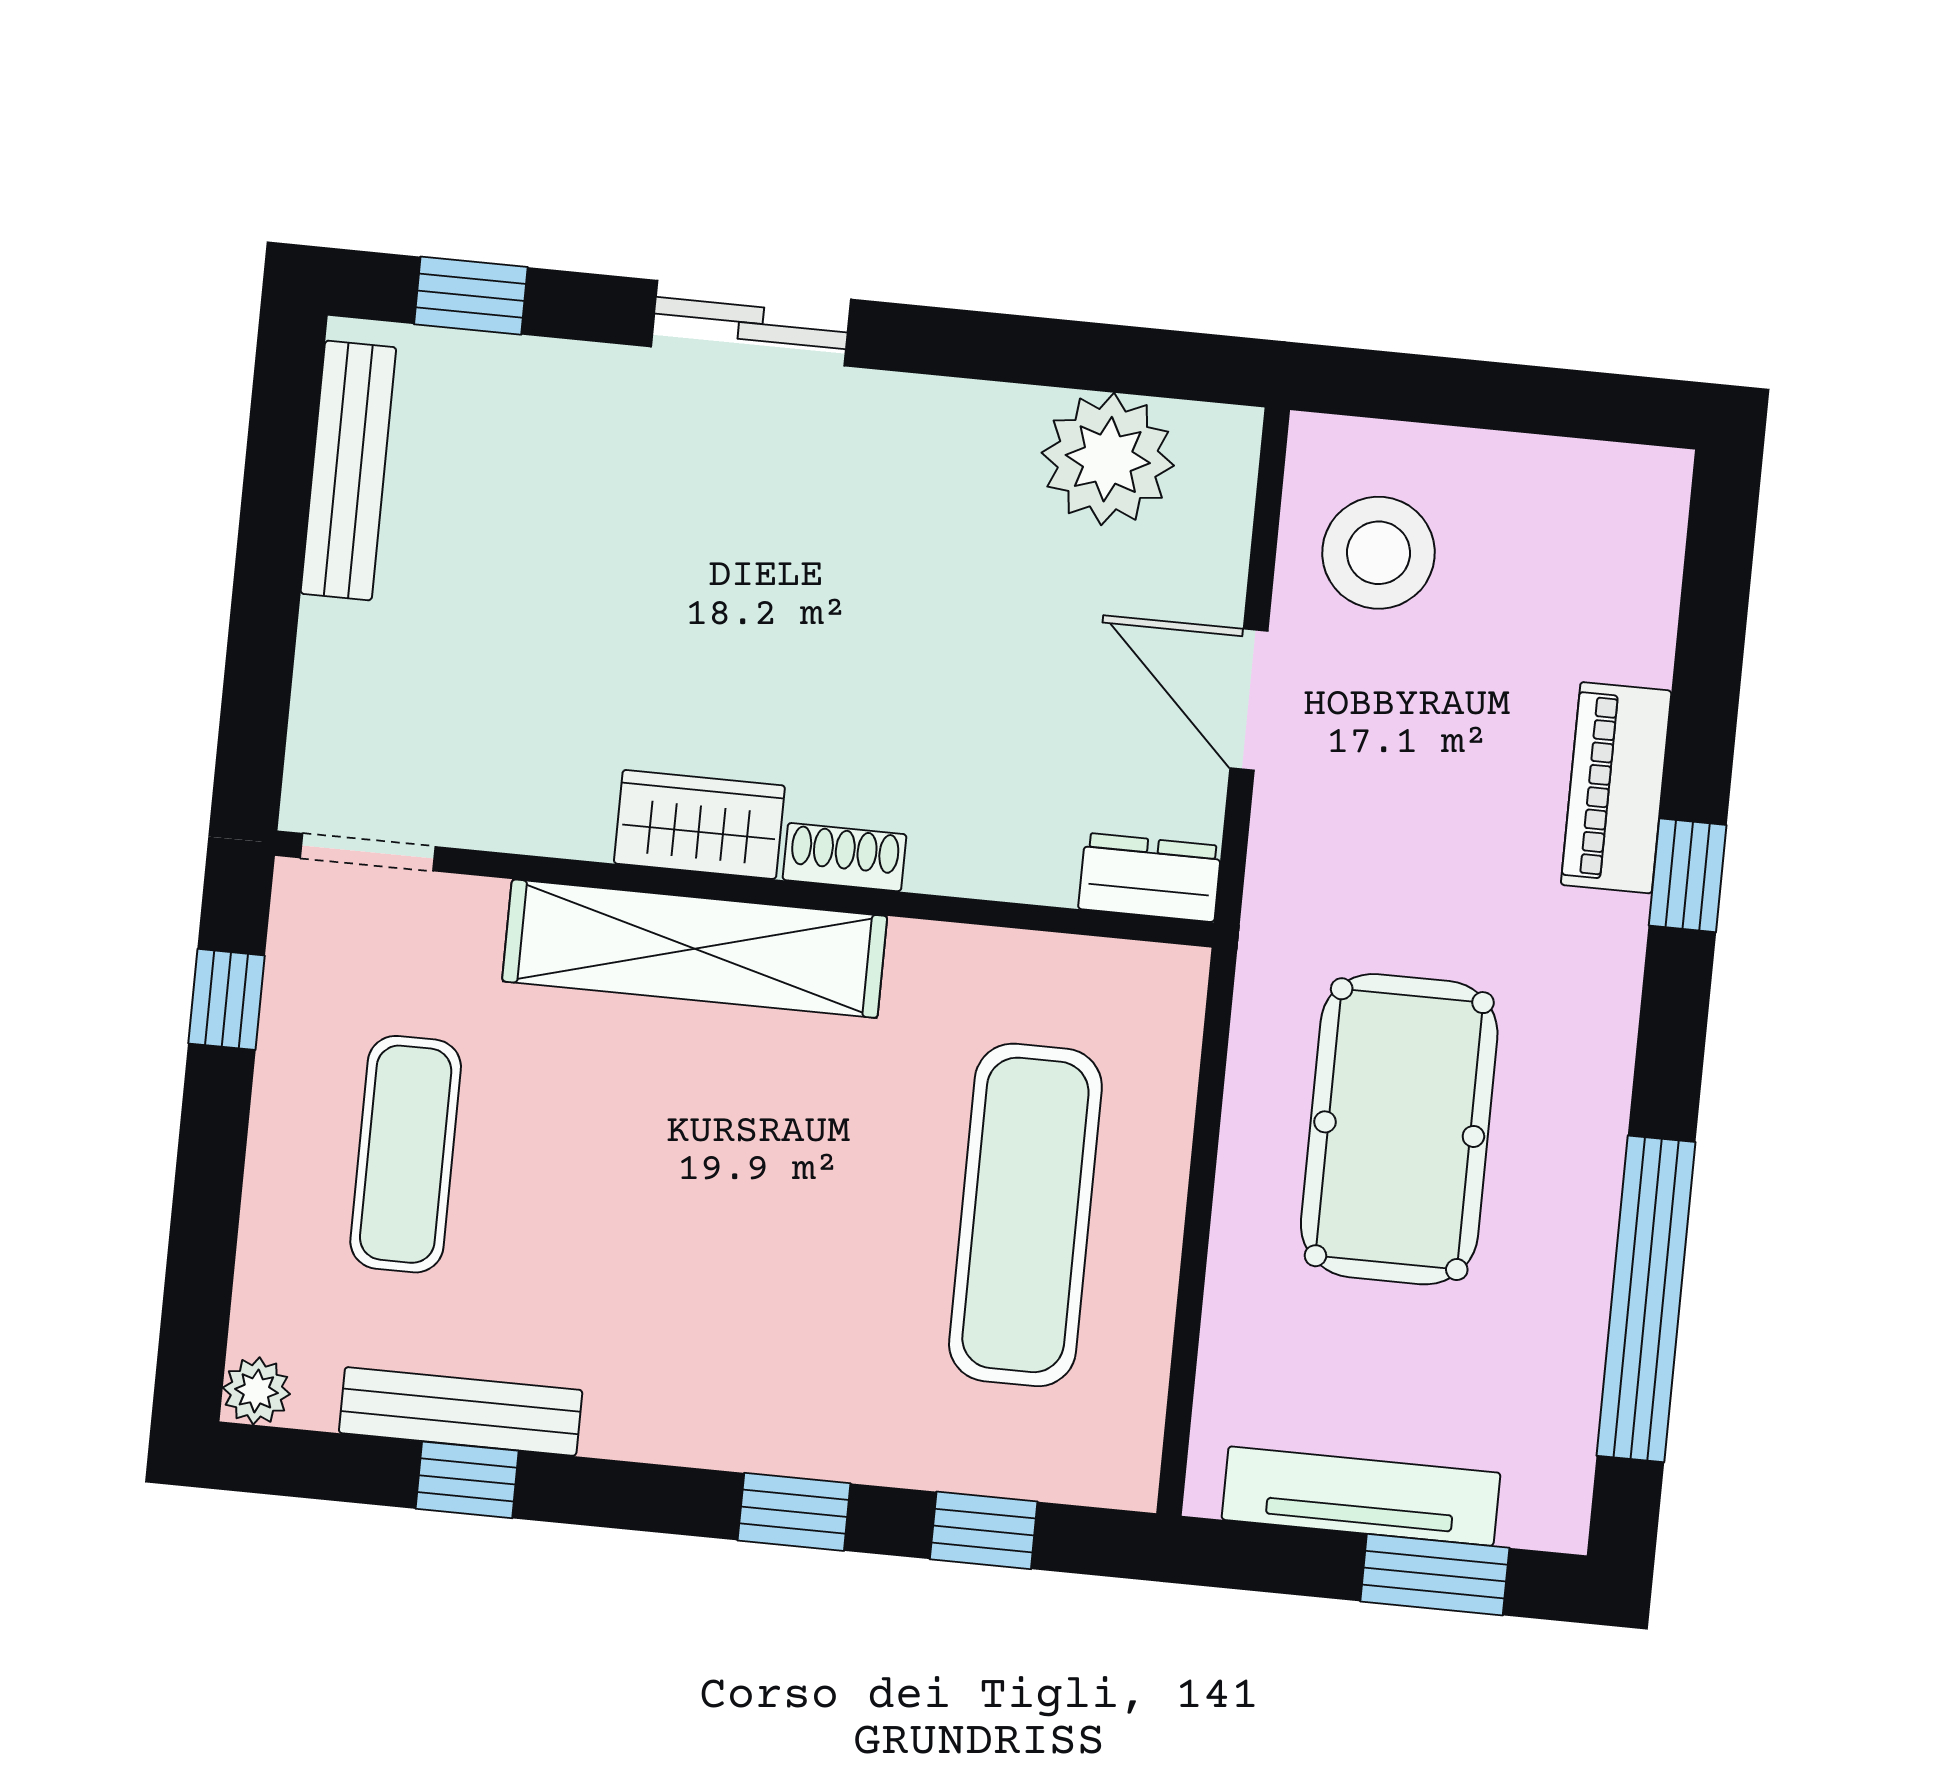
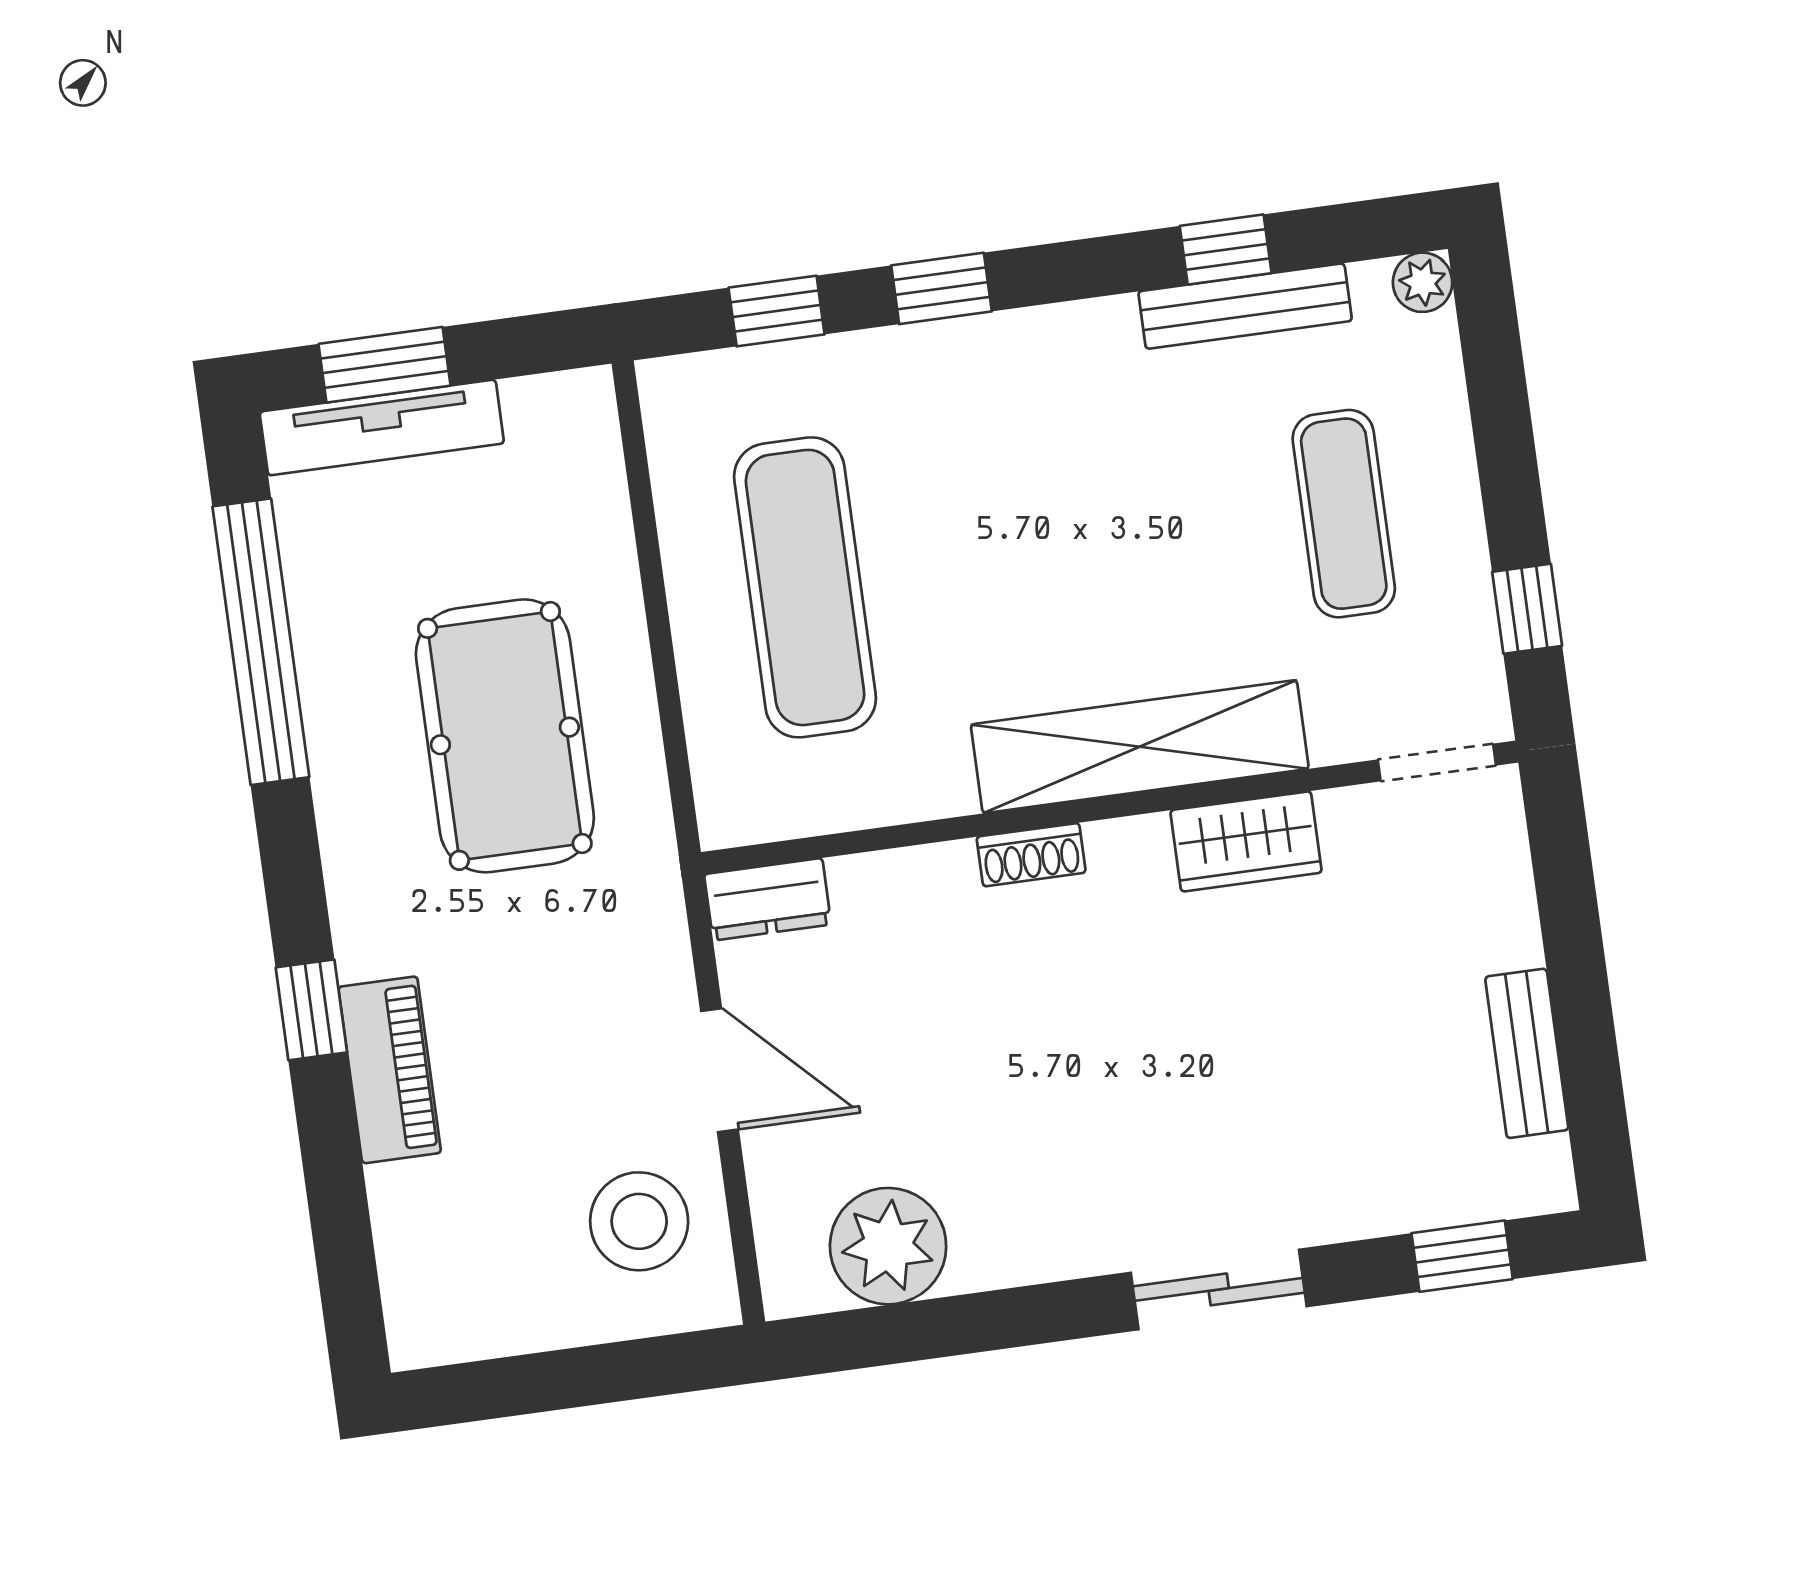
bench: (348, 470) -> (1527, 1053), width x0.73
wardrobe: (699, 824) -> (1246, 841), moved
tv unit: (1361, 1496) -> (382, 428), moved

